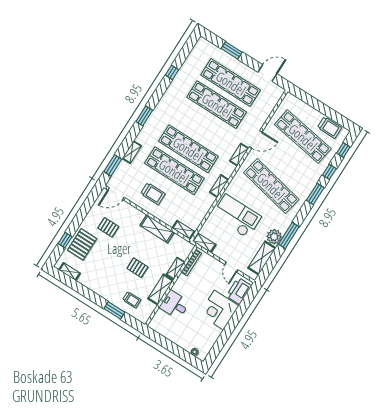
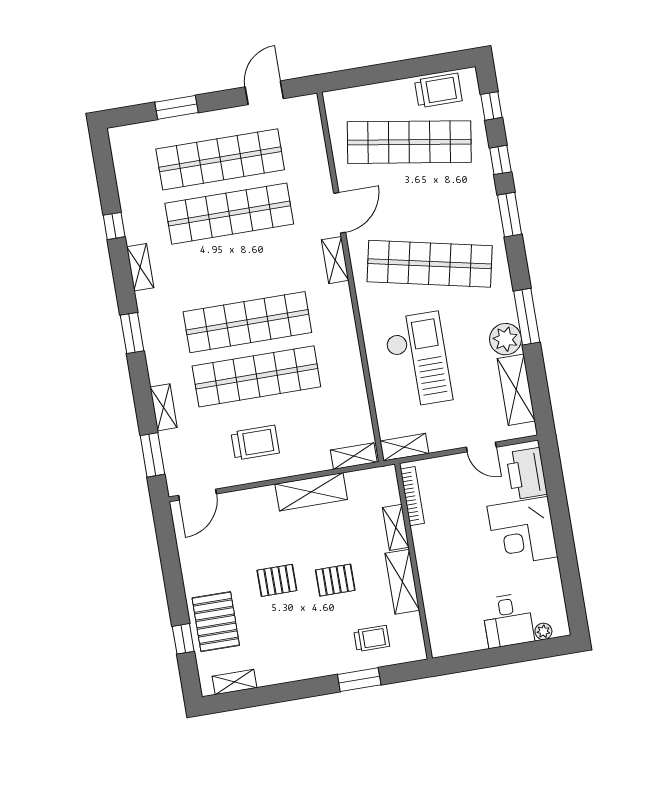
shelving: (219, 186) -> (140, 267), moved
checkout: (237, 216) -> (418, 360), turned 90
pallet: (108, 227) -> (277, 580), moved
desk: (174, 305) -> (508, 620), moved, turned -90

